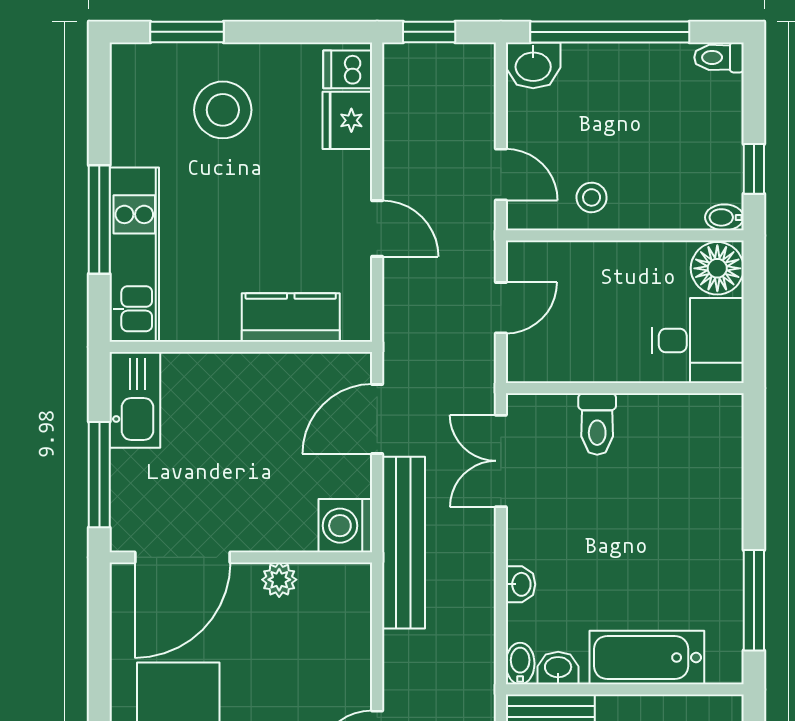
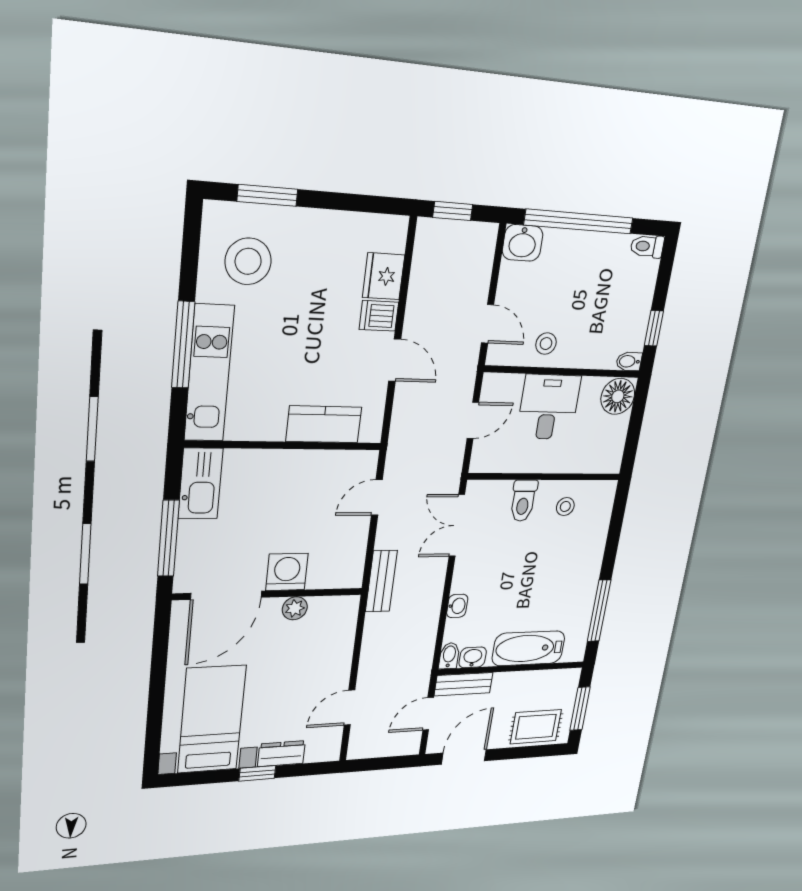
dishwasher: (348, 69) -> (379, 316), moved
stool: (223, 110) -> (248, 261), moved
desk: (698, 341) -> (549, 407), moved, turned -90
door: (377, 419) -> (377, 497), width x0.73
stool: (666, 433) -> (565, 506), added
washing machine: (345, 526) -> (287, 572), moved, turned 90
bench: (403, 543) -> (381, 581), width x0.54, depth x0.82

